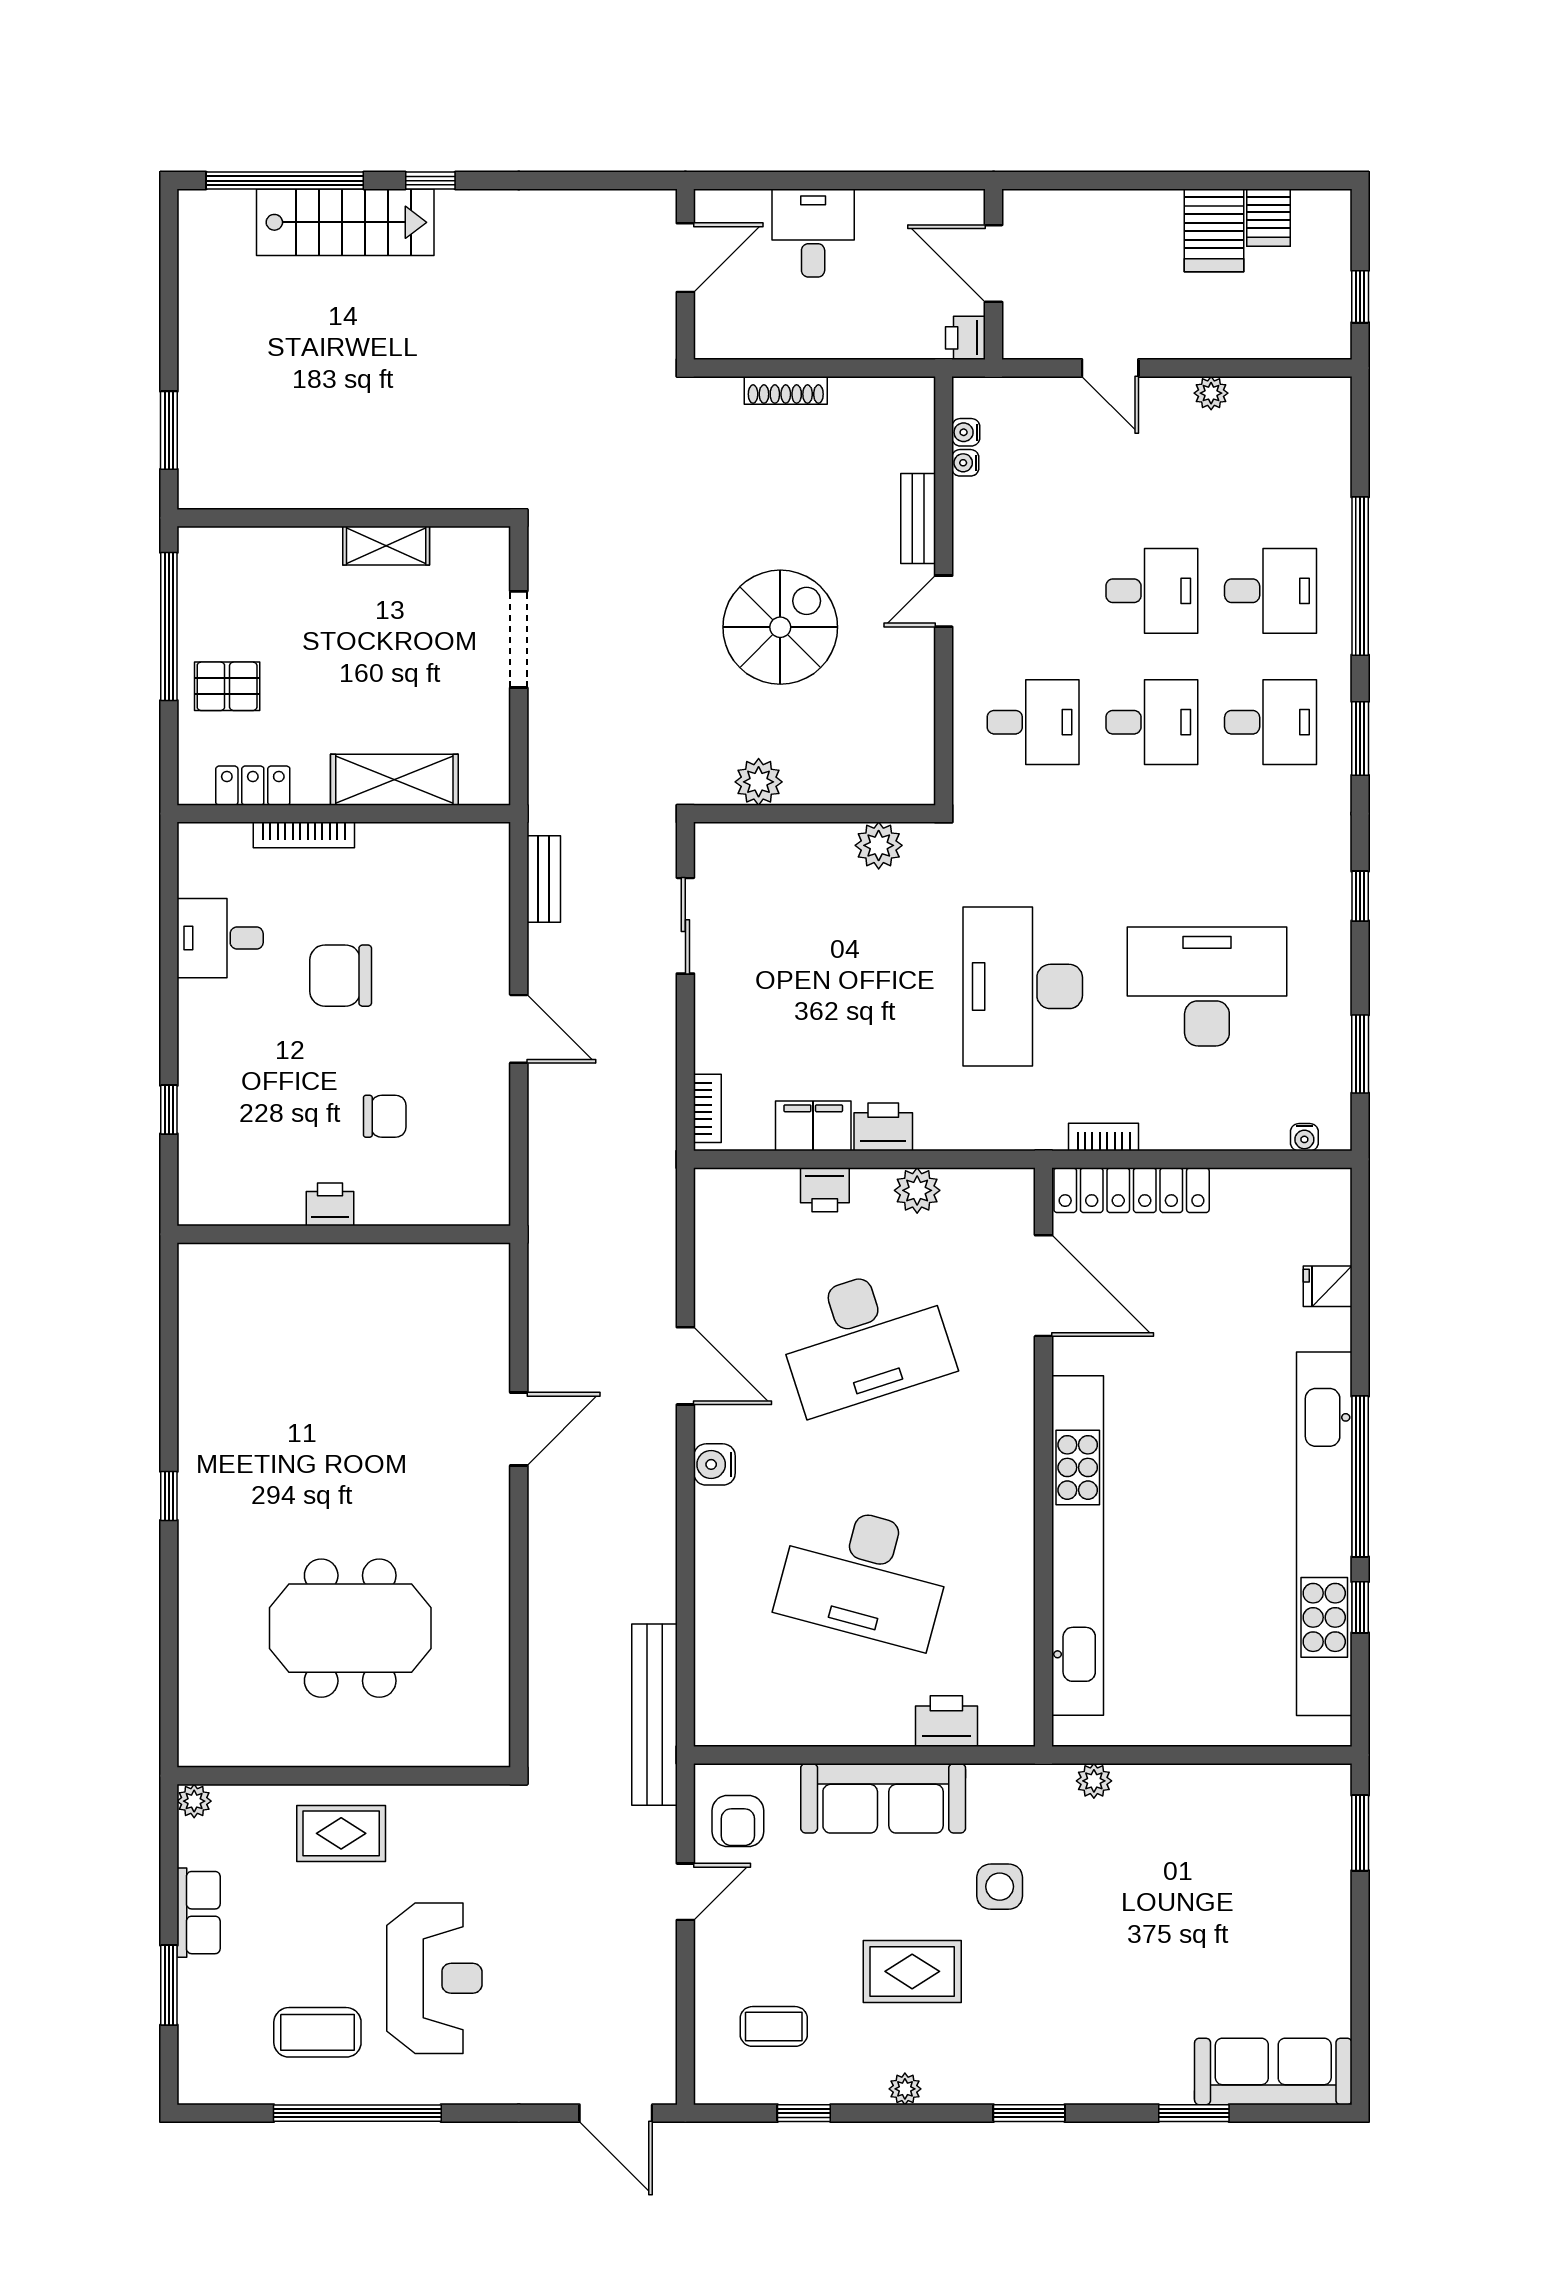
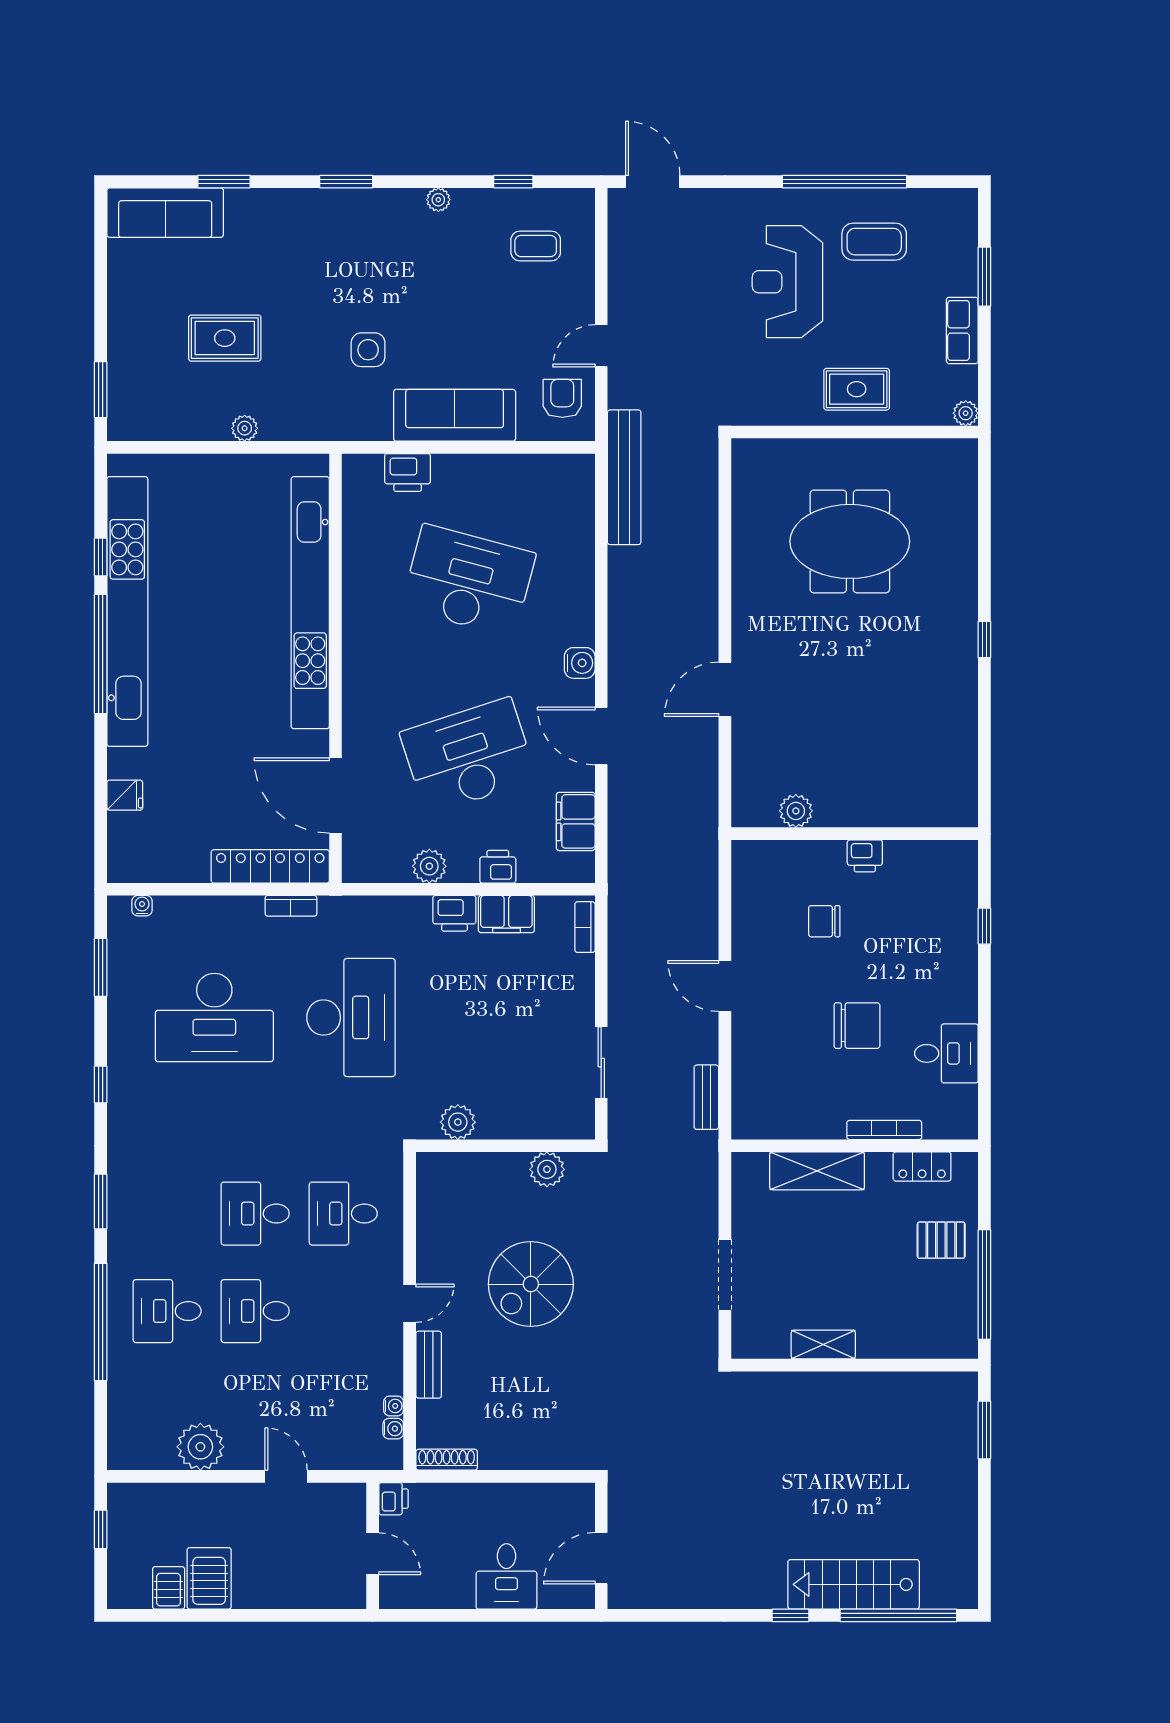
door: (994, 264) -> (373, 1554), width x0.73
shoe rack: (786, 390) -> (447, 1460), moved
plant: (1211, 393) -> (200, 1447), width x1.88, depth x1.88
desk: (1271, 722) -> (167, 1214), removed
filing cabinet: (720, 1251) -> (576, 821), added
plant: (423, 1265) -> (796, 811), added
plant: (1094, 1781) -> (245, 428), moved
rug: (912, 1971) -> (225, 338), moved

